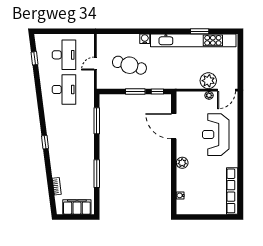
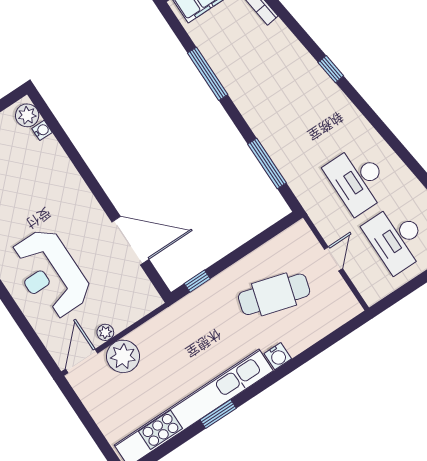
window: (200, 31) -> (218, 414), moved
window: (135, 91) -> (235, 256), removed
reception desk: (216, 135) -> (50, 274), turned 180
plant: (182, 163) -> (27, 115), moved

